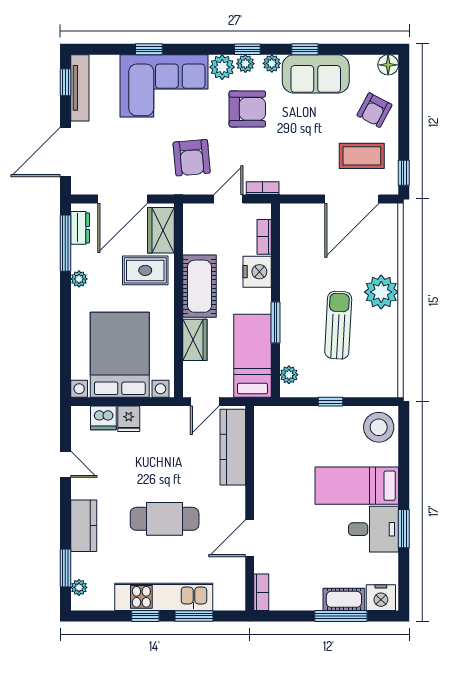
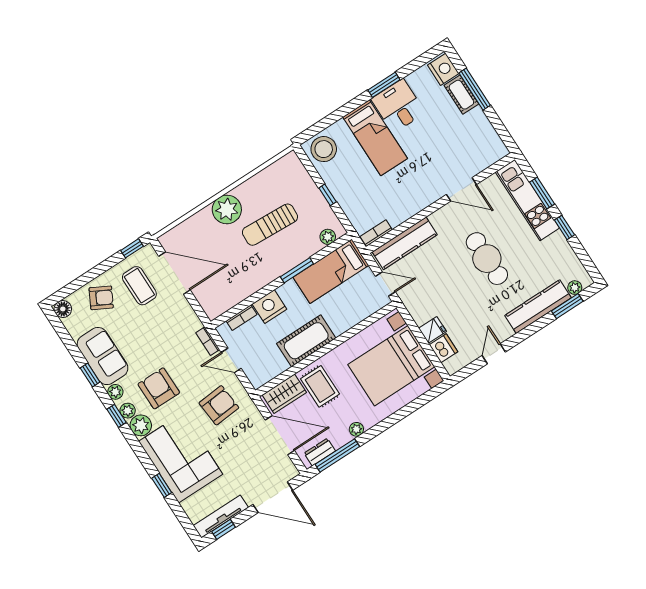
wardrobe: (195, 340) -> (346, 319), removed
kitchen counter: (84, 526) -> (538, 307), width x1.50
bookcase: (261, 592) -> (376, 233), moved
kitchen unit: (164, 597) -> (527, 200), moved

